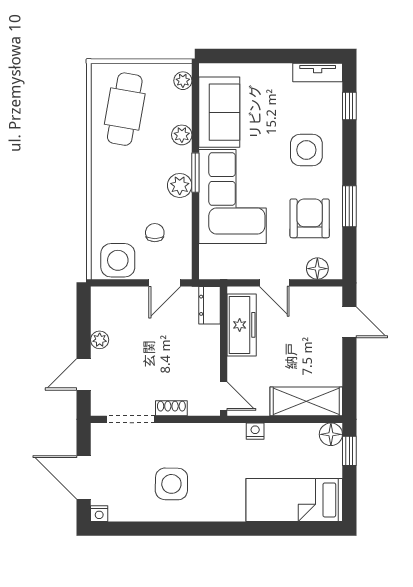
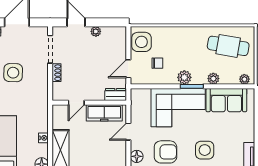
door: (165, 283) -> (128, 69), hinge flipped
door: (224, 396) -> (76, 103), moved
nightstand: (255, 431) -> (43, 138), moved

